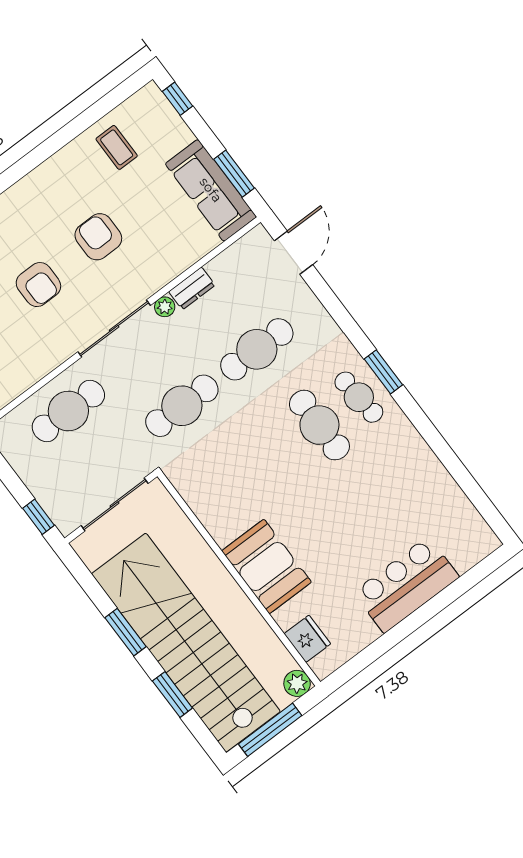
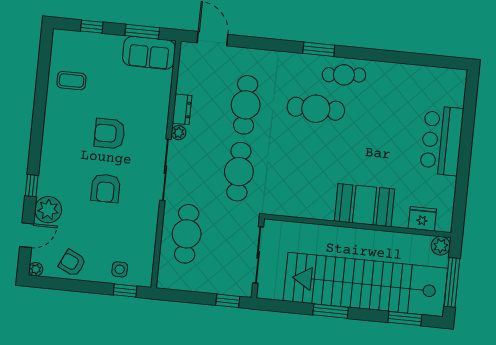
window: (178, 99) -> (92, 27), moved
sofa: (211, 190) -> (149, 53), width x0.73
armchair: (38, 285) -> (106, 188), turned 90
cafe table: (359, 397) -> (344, 75), moved
window: (172, 694) -> (405, 319), moved

